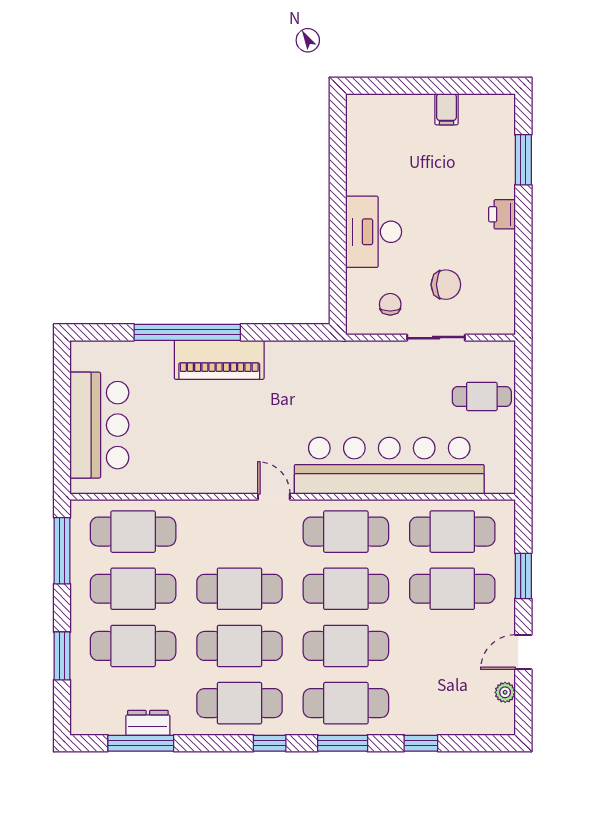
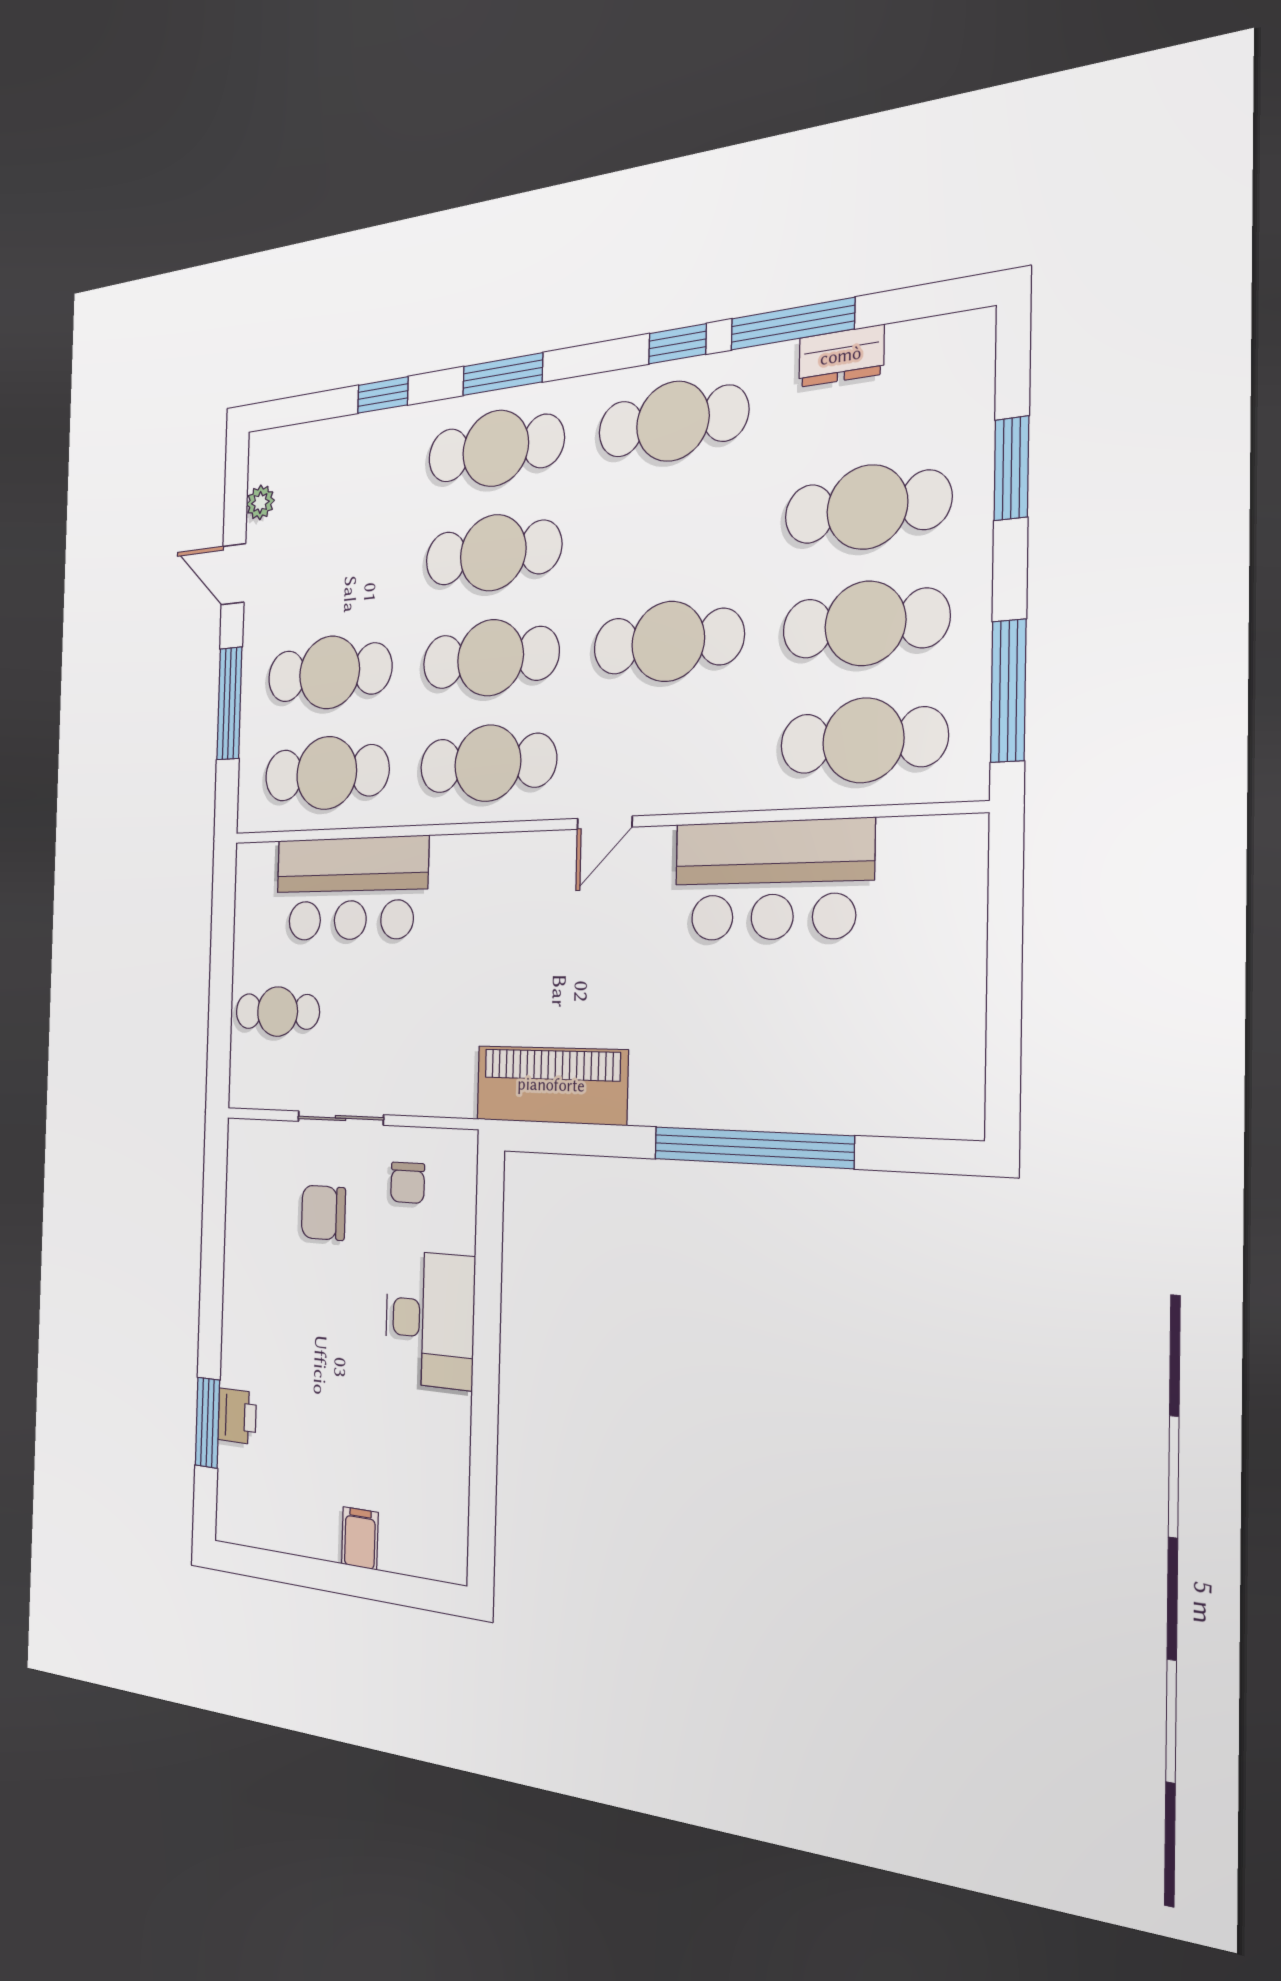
filing cabinet: (446, 109) -> (360, 1538), moved
printer: (502, 214) -> (237, 1416), moved
piano: (219, 360) -> (551, 1085), moved
bar counter: (99, 425) -> (773, 880), moved, turned -90
bar counter: (389, 466) -> (351, 889), width x0.54
door: (274, 497) -> (605, 823), hinge flipped
window: (523, 576) -> (229, 703), width x1.44
cafe table: (239, 646) -> (670, 531), removed
door: (523, 652) -> (233, 574), swing flipped
window: (141, 743) -> (792, 324), moved
window: (270, 743) -> (677, 344), moved

